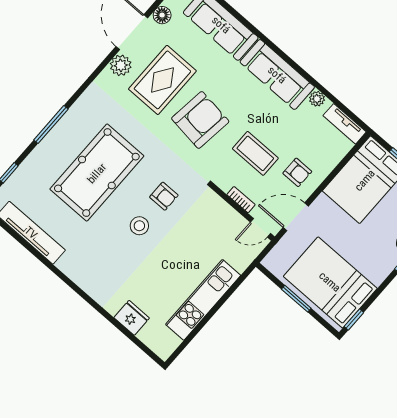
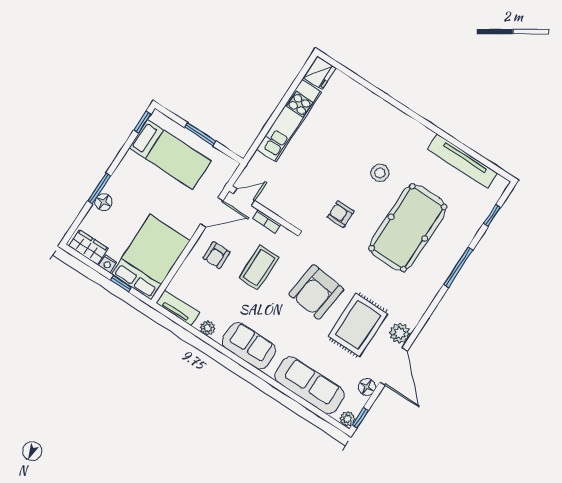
sofa: (277, 75) -> (249, 346), width x0.73
coffee table: (255, 153) -> (259, 267), turned 90
armchair: (297, 172) -> (216, 255), turned -90
stool: (139, 226) -> (380, 173), moved
bed: (330, 282) -> (170, 154), width x0.67
fridge: (132, 318) -> (319, 73), moved, turned -90

